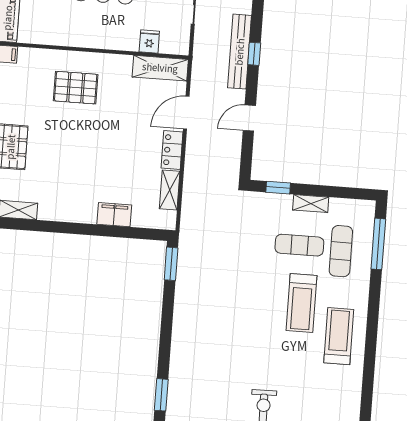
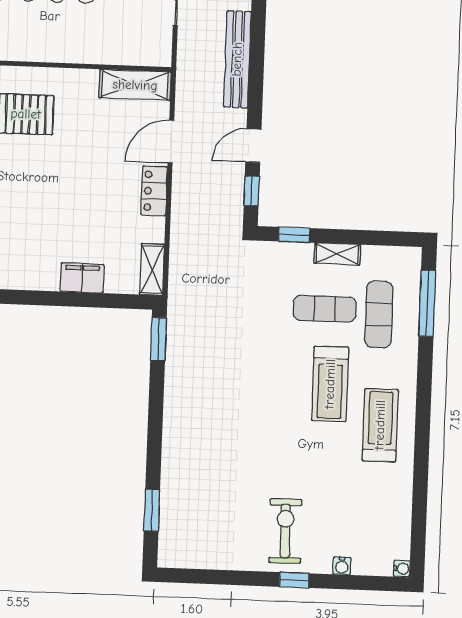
fridge: (149, 41) -> (119, 51), removed
window: (254, 54) -> (252, 191), moved
shelving: (170, 190) -> (152, 269), moved

